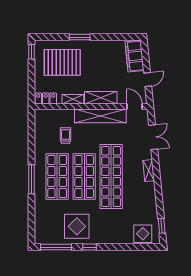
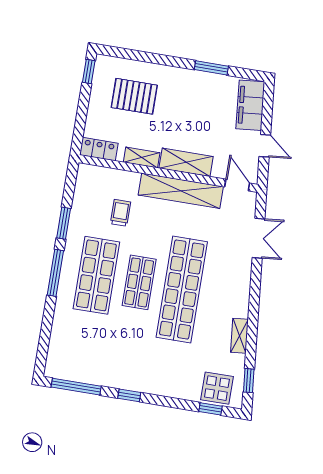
window: (80, 37) -> (211, 68), moved
pallet: (62, 62) -> (134, 96), width x0.73, depth x0.71
door: (148, 79) -> (265, 146), hinge flipped
window: (32, 148) -> (64, 223), added
shelving: (149, 171) -> (239, 336), moved
shop shelf: (84, 176) -> (139, 282), width x0.70, depth x0.74
display table: (77, 226) -> (114, 359), removed
window: (141, 247) -> (211, 409), added

